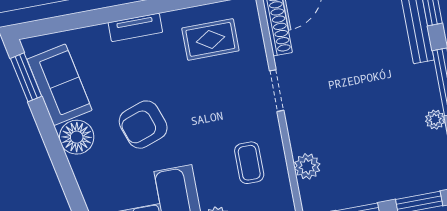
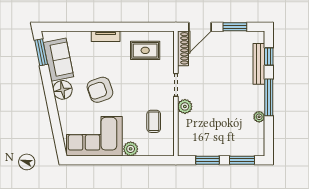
plant: (307, 166) -> (185, 106), moved

